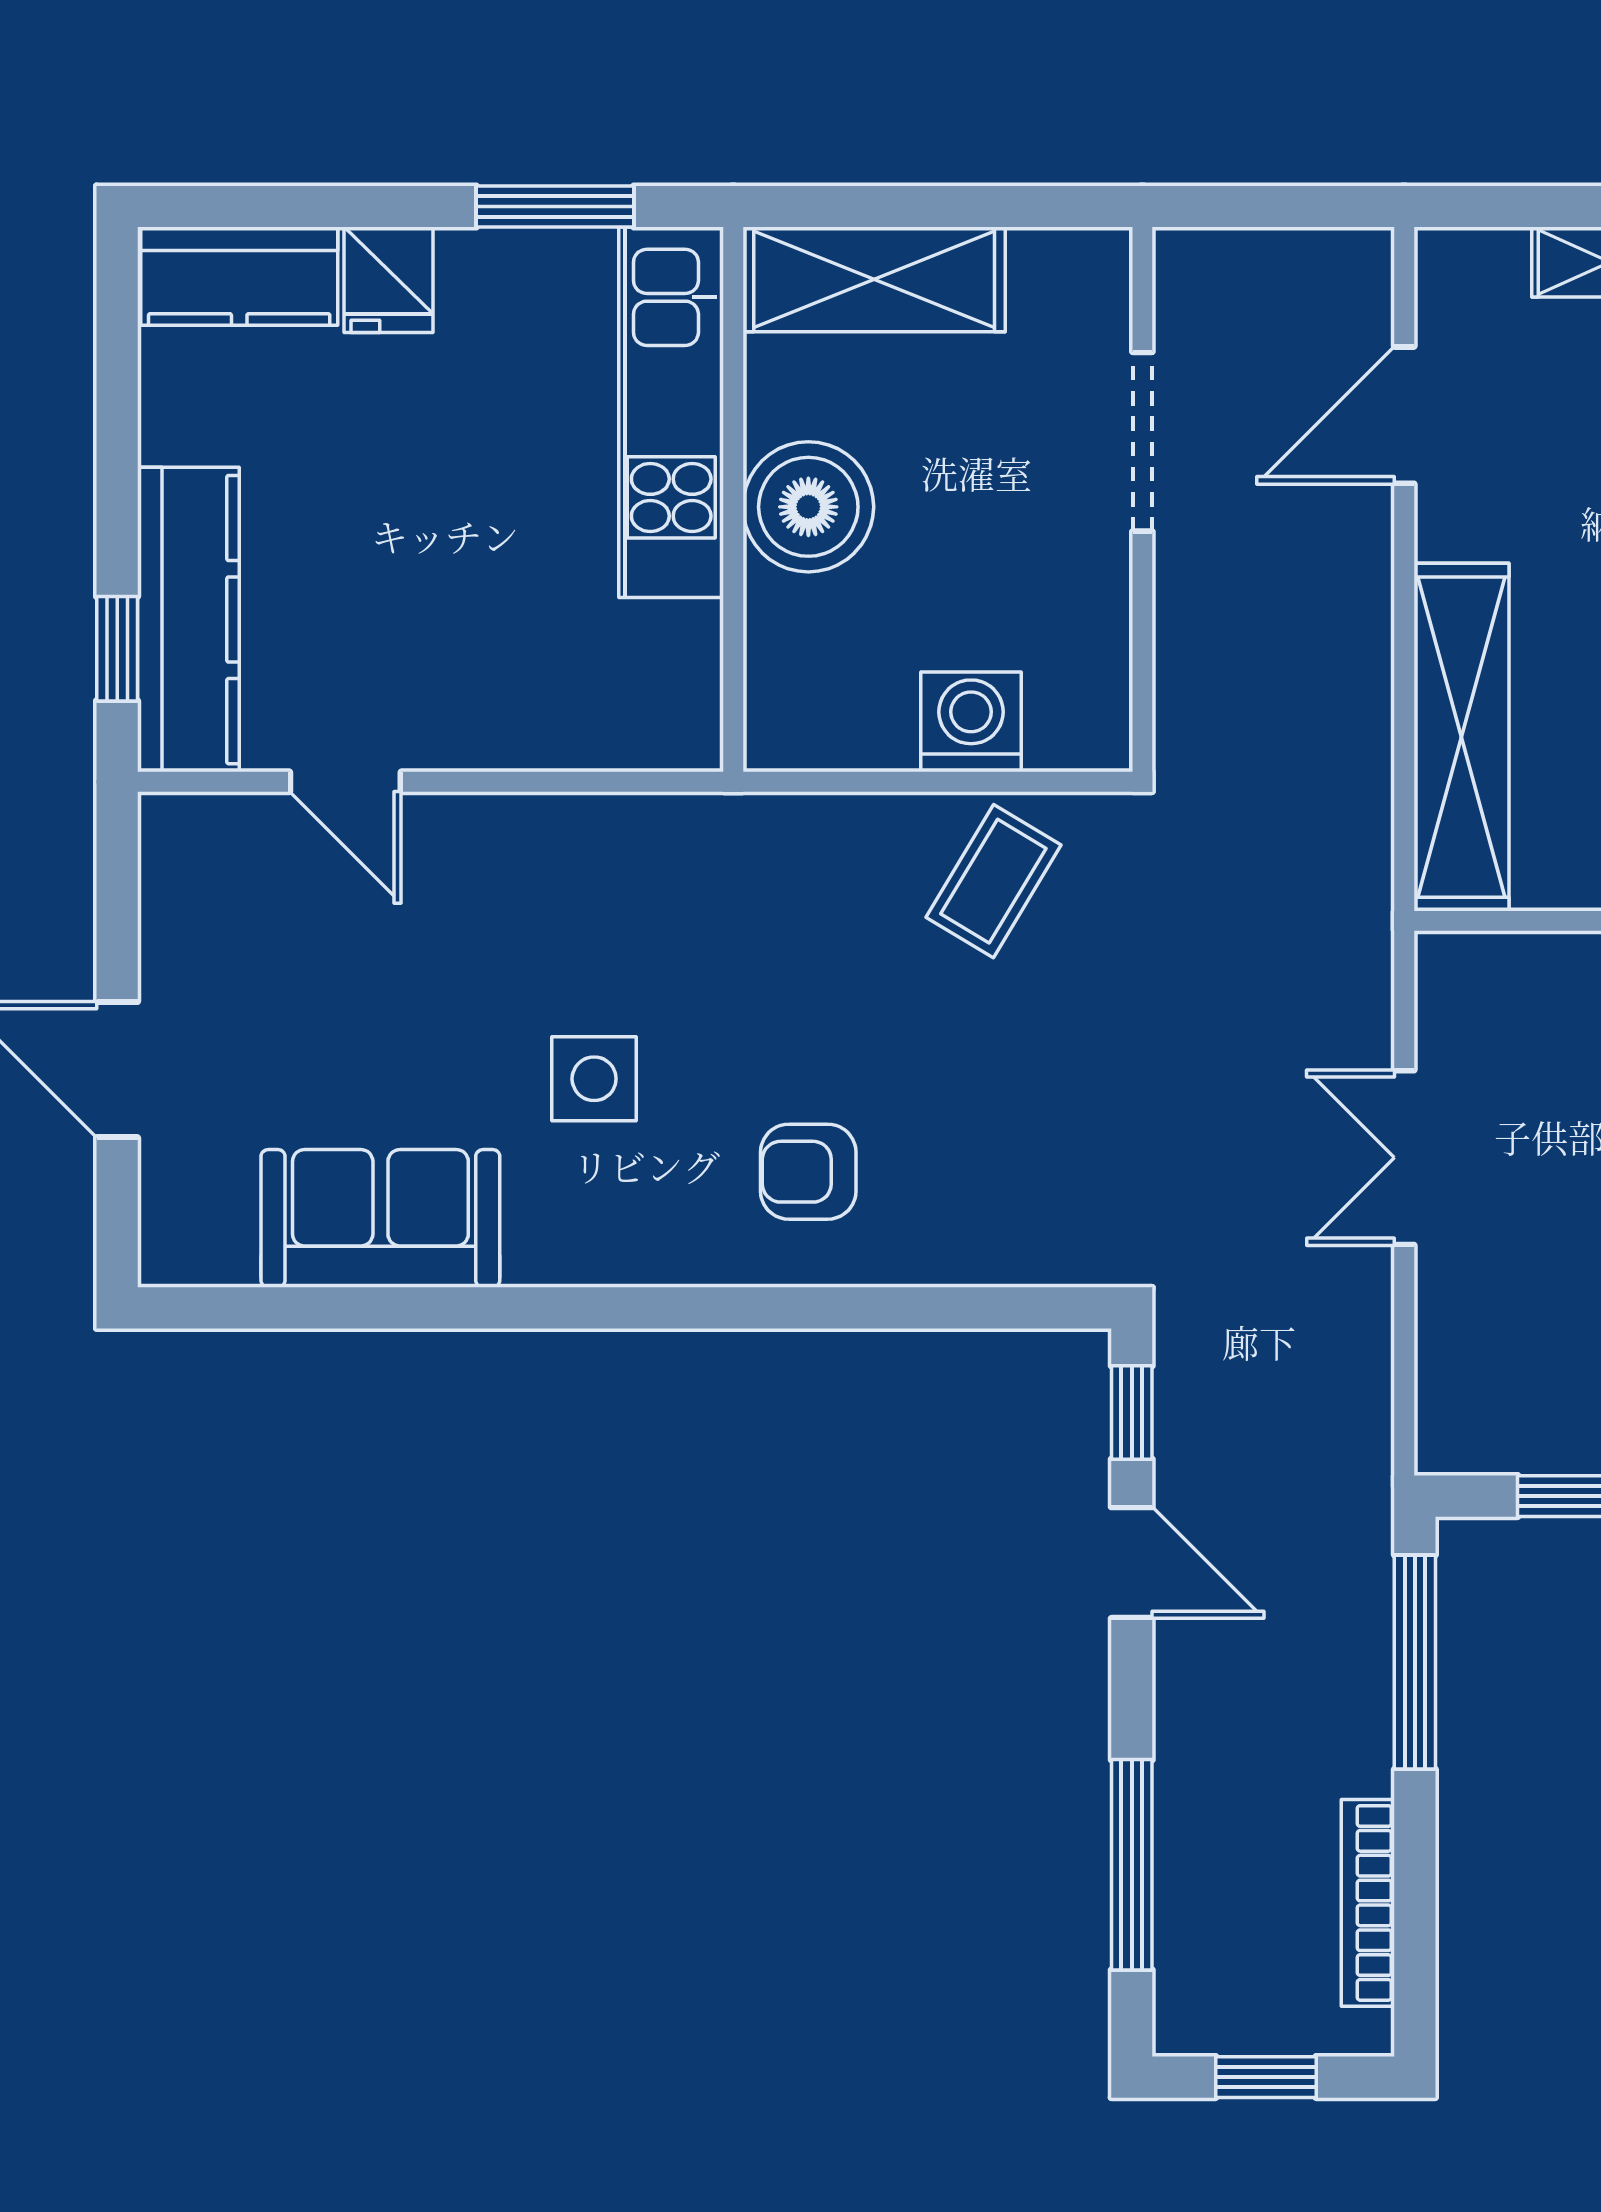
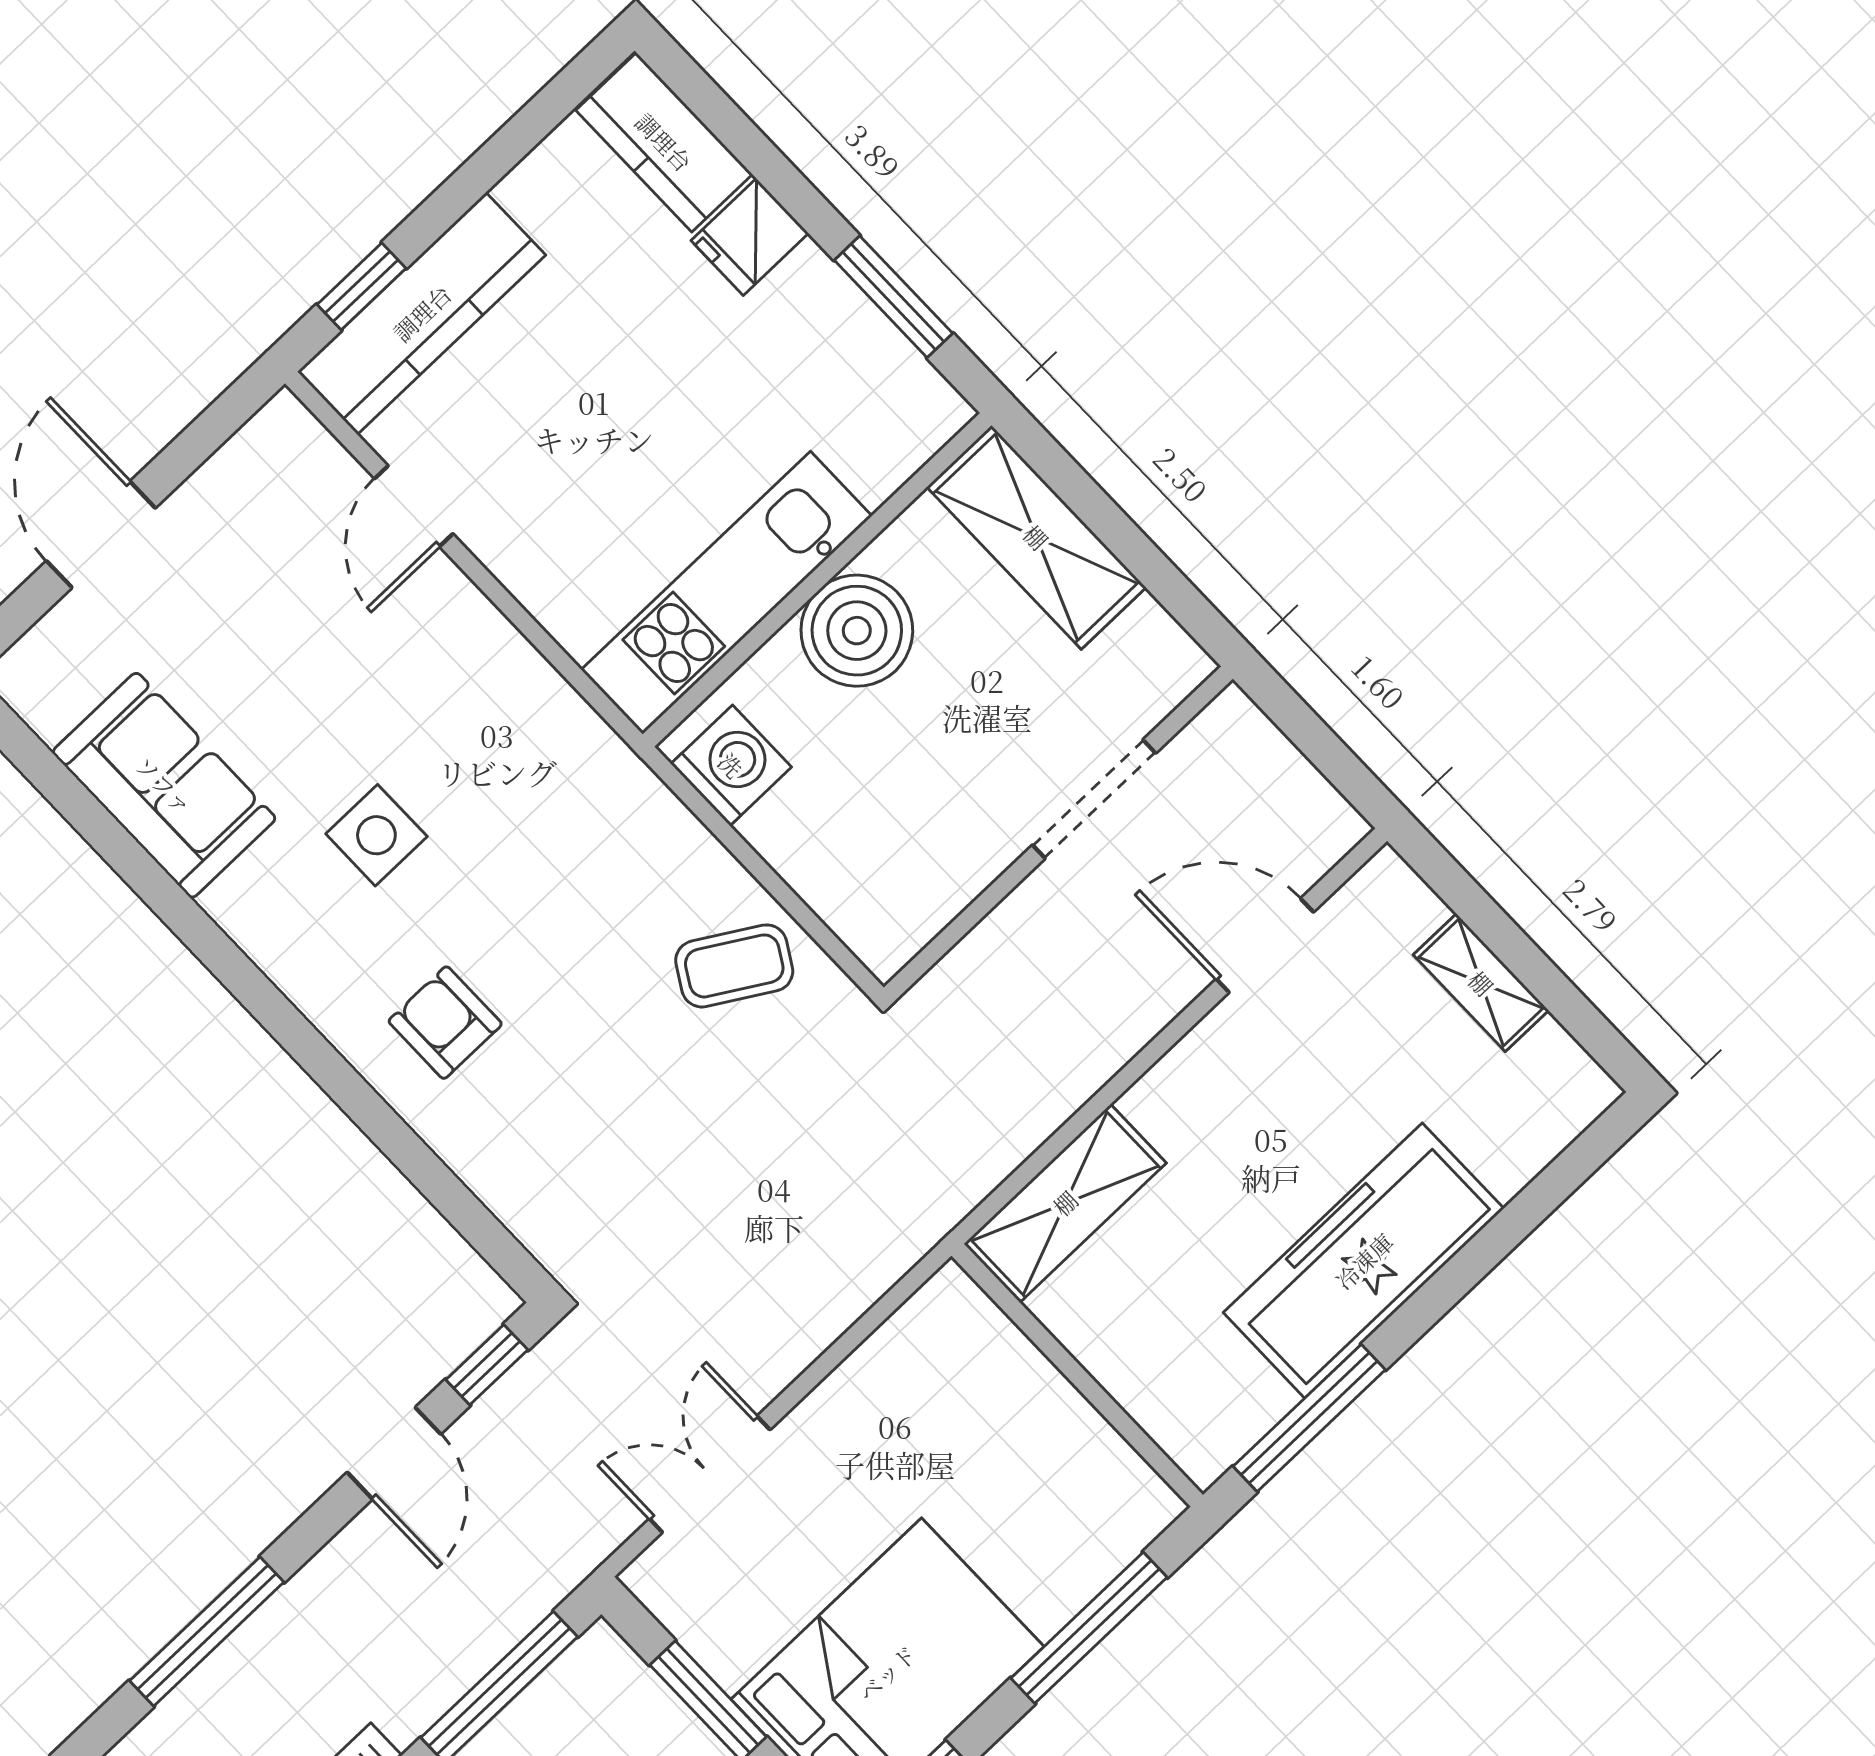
kitchen unit: (671, 412) -> (727, 593), moved
washing machine: (971, 722) -> (731, 765), moved
shelving: (1461, 737) -> (1065, 1203), width x0.68
double door: (1404, 1158) -> (710, 1474), moved

